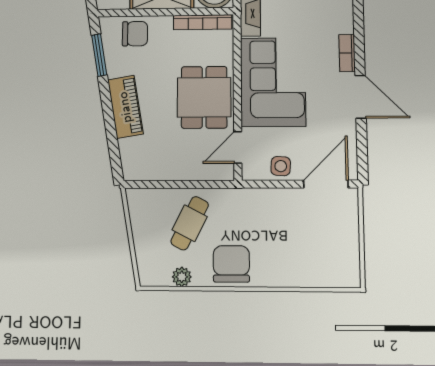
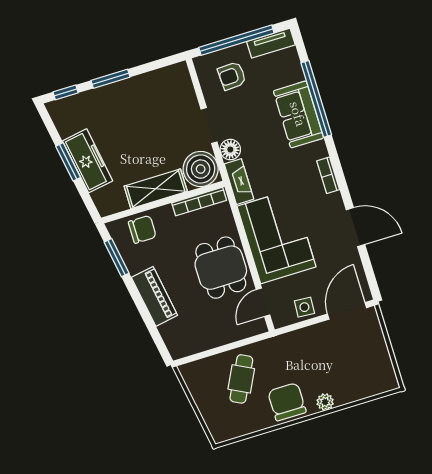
bookcase: (347, 53) -> (328, 175), moved
plant: (182, 277) -> (325, 402), moved

